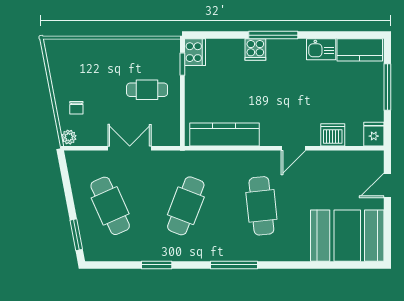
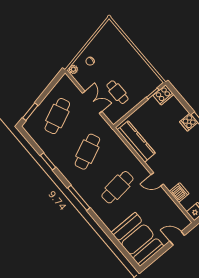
cafe table: (147, 90) -> (117, 92), moved
cafe table: (186, 206) -> (87, 152), turned -45

